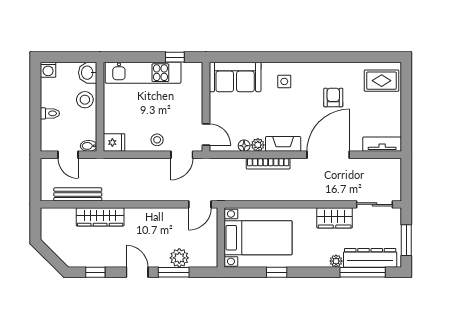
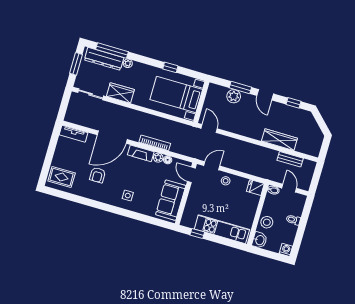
sofa: (235, 77) -> (171, 200), moved, turned -90
bench: (78, 194) -> (290, 159), width x0.73
door: (200, 204) -> (209, 129), hinge flipped

